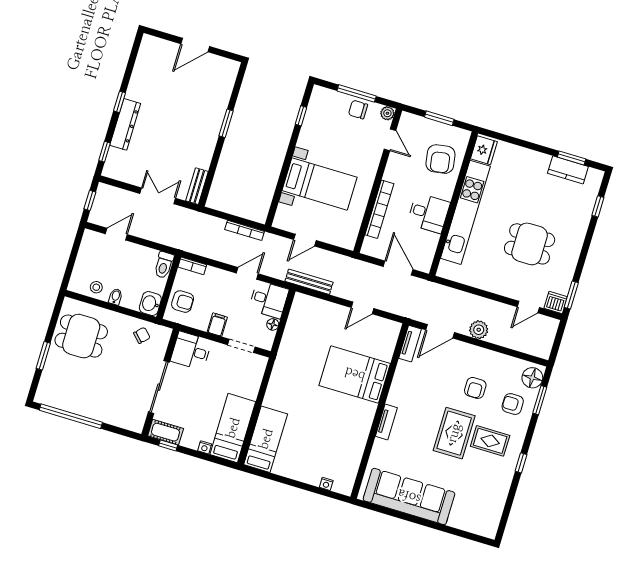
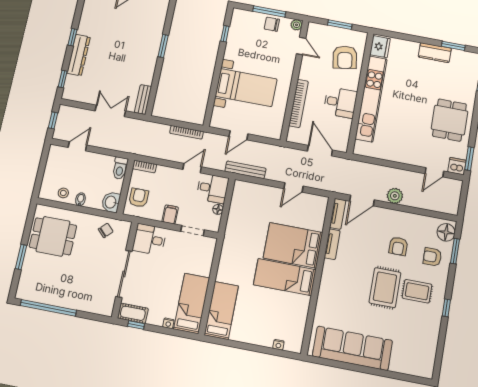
kitchen counter: (568, 170) -> (435, 53), moved
dining table: (530, 244) -> (450, 120), moved, turned 90
armchair: (183, 302) -> (139, 198), turned -90
bed: (341, 410) -> (285, 277), added
tv unit: (386, 422) -> (332, 244), moved

